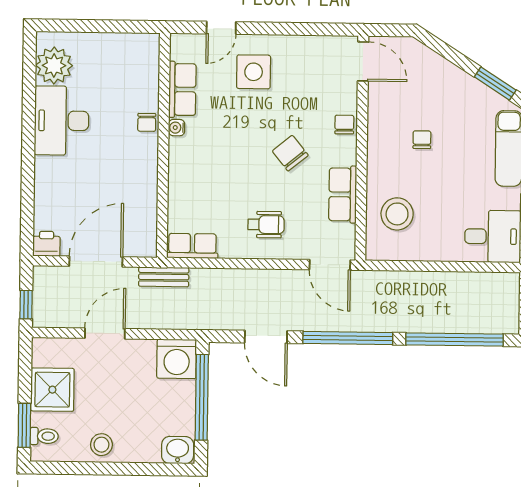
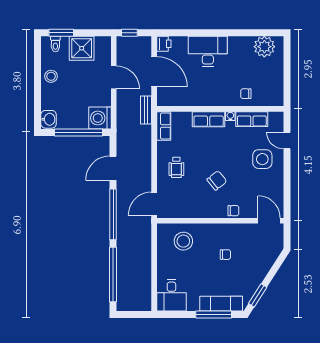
door: (363, 61) -> (269, 221), swing flipped
desk: (62, 121) -> (208, 51), moved
chair: (147, 122) -> (246, 94), moved
row of seats: (343, 194) -> (209, 119), moved, turned 180

